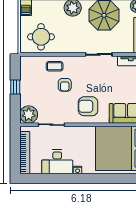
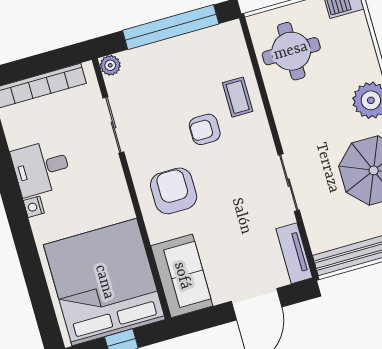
window: (15, 87) -> (171, 27), width x3.17
plant: (29, 114) -> (110, 65), width x0.53, depth x0.53
desk: (57, 162) -> (41, 168), width x0.73

